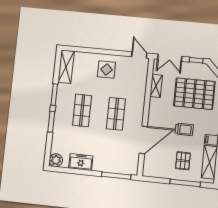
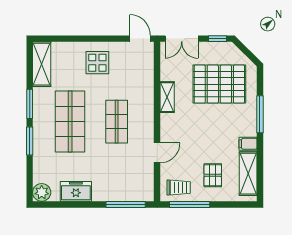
shelving: (156, 86) -> (167, 97), moved
shop shelf: (82, 110) -> (70, 122), width x1.43, depth x1.36
trolley: (184, 129) -> (179, 188), moved
door: (143, 140) -> (157, 153), width x0.53
window: (185, 183) -> (190, 204), moved

